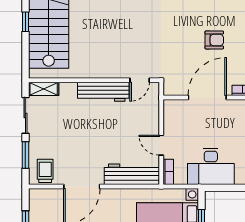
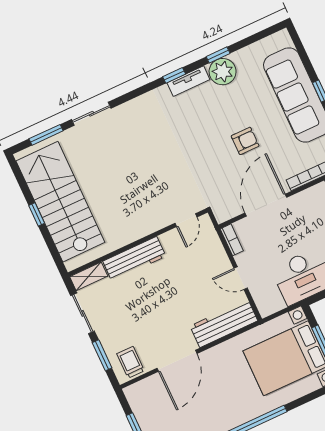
workbench: (103, 92) -> (134, 259), moved
bookcase: (168, 172) -> (232, 240), moved

